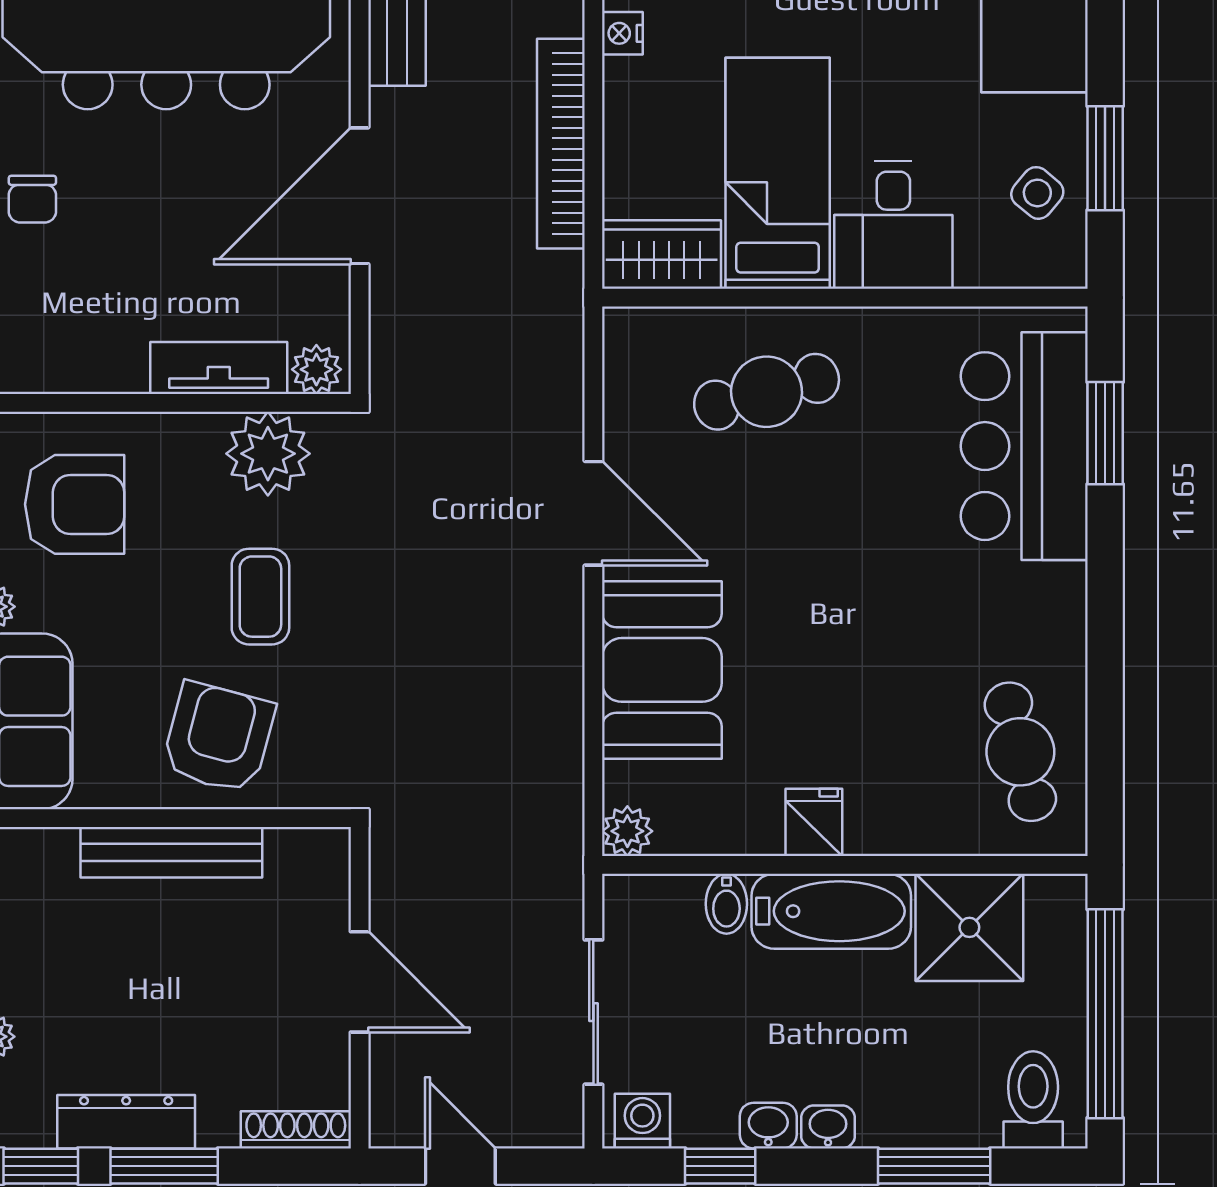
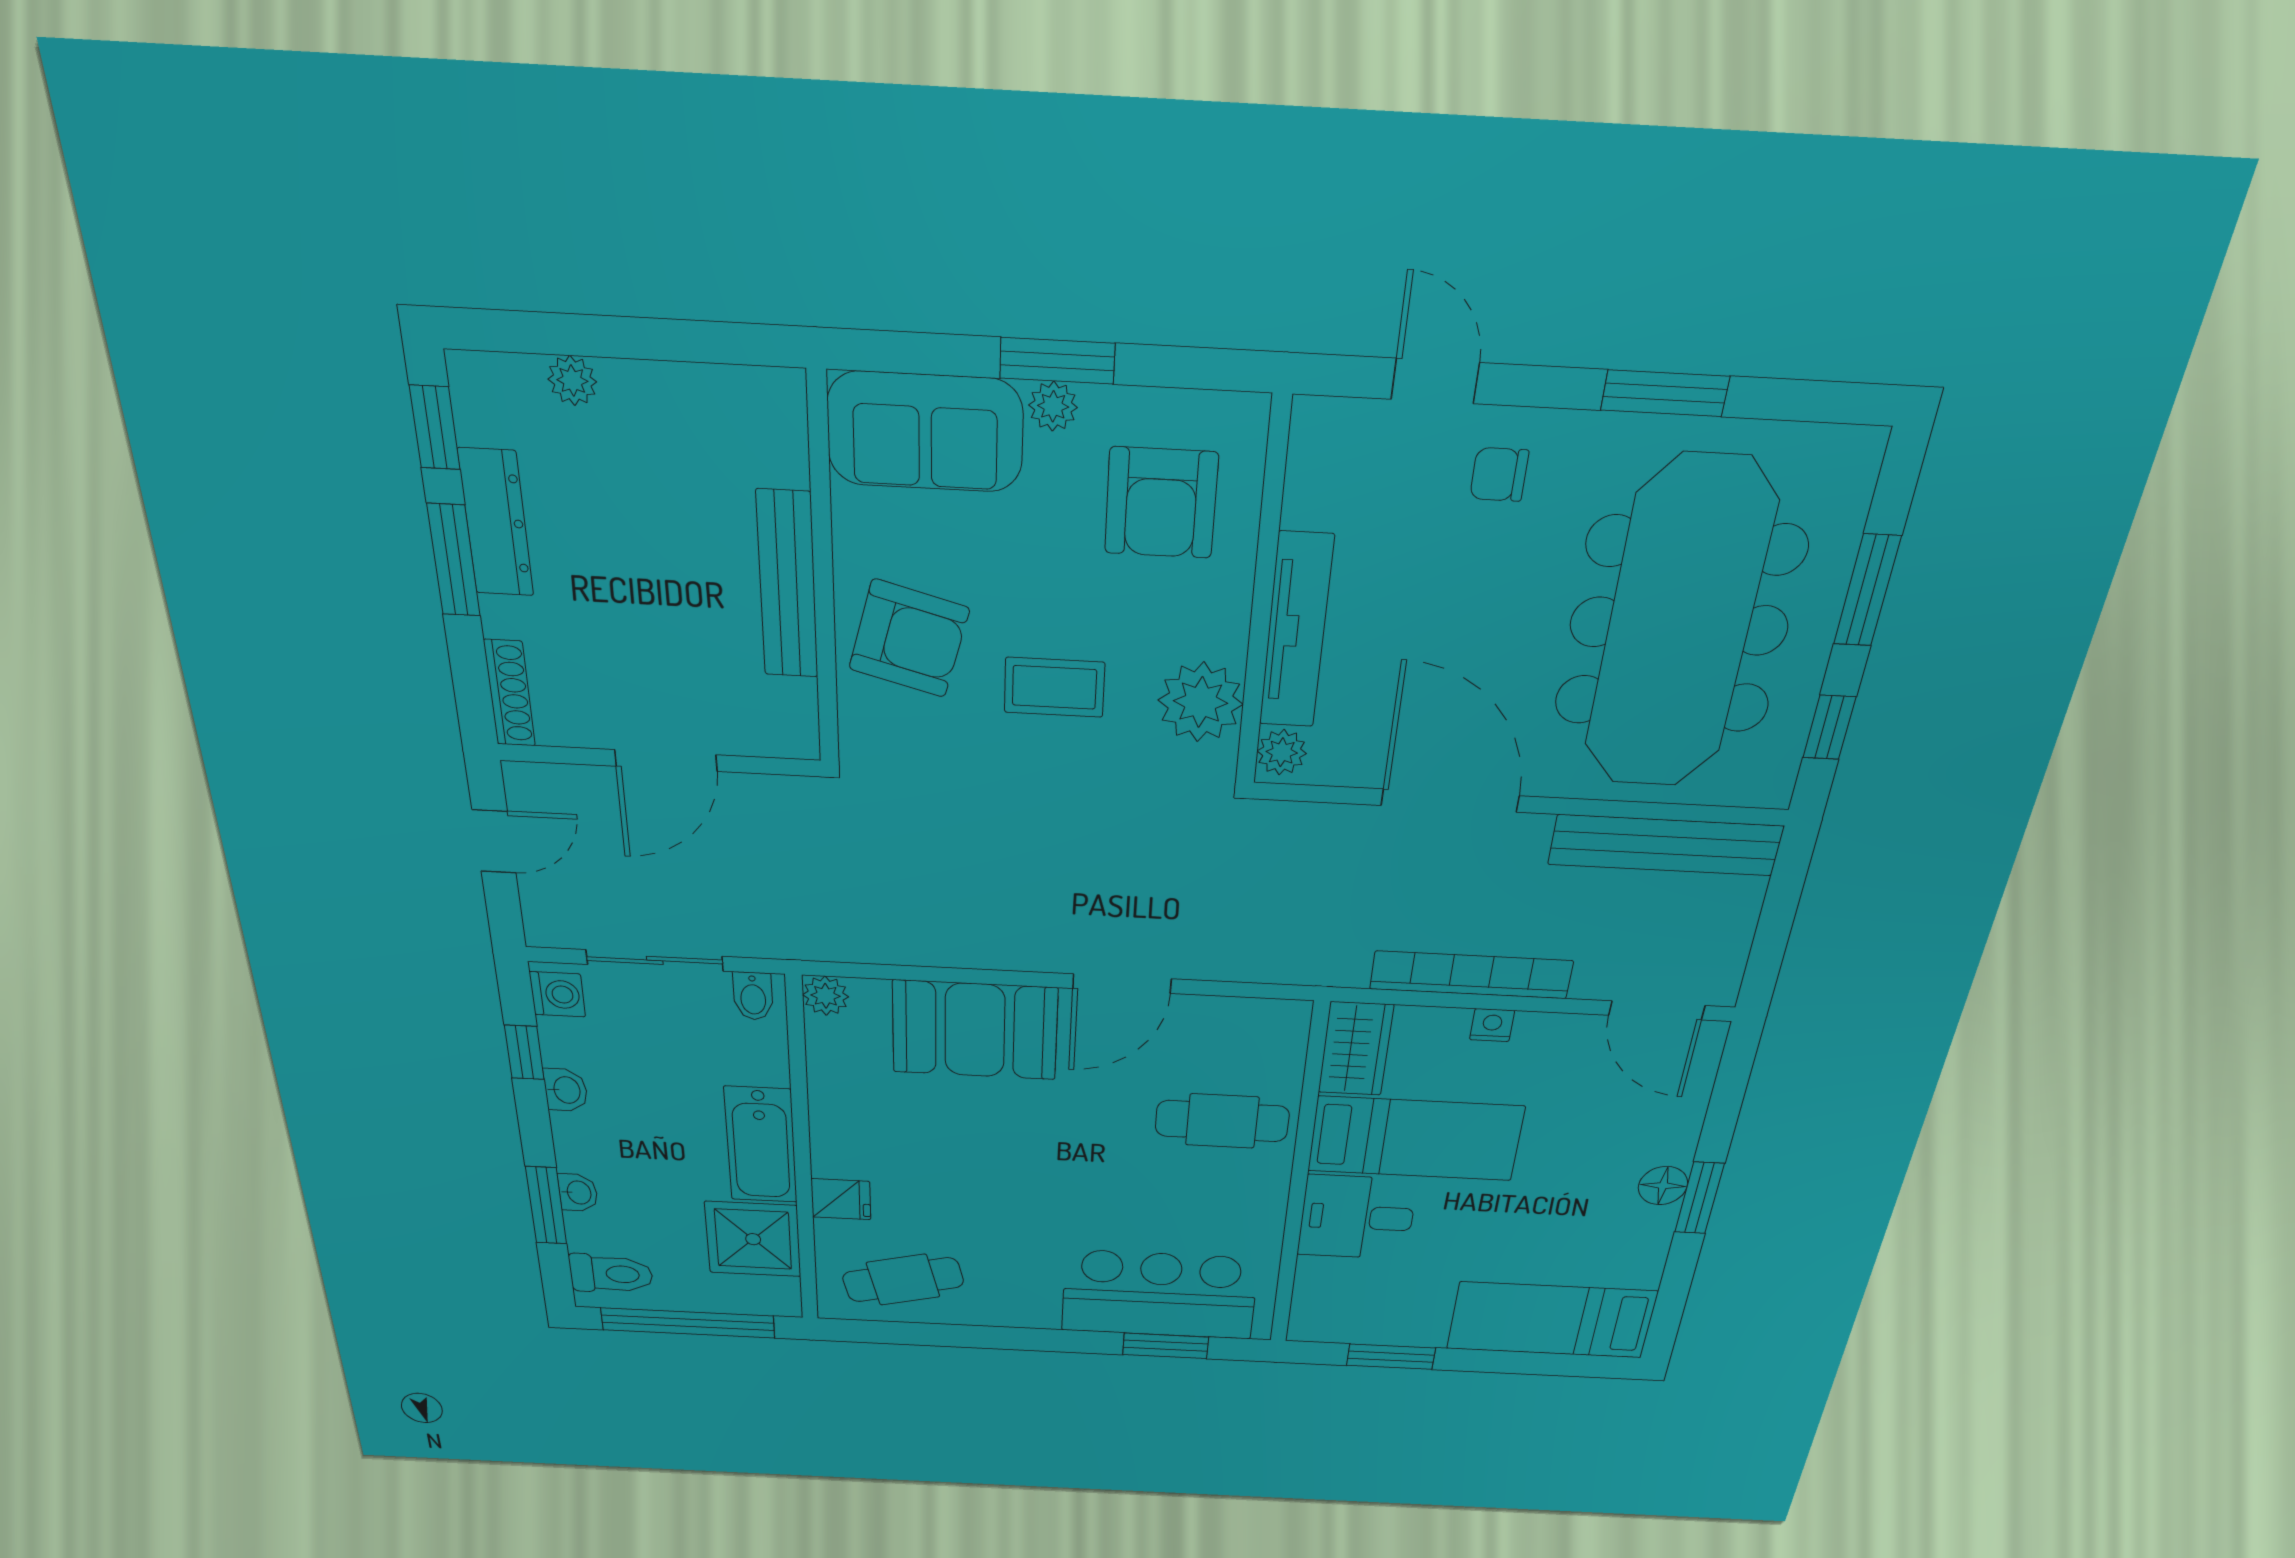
nightstand: (622, 33) -> (1492, 1025), moved
side table: (1037, 193) -> (1369, 1313), removed
tv unit: (219, 368) -> (1296, 631), width x1.41
cafe table: (767, 392) -> (1222, 1121), turned -75
fridge: (814, 822) -> (841, 1199), moved
bidet: (726, 904) -> (753, 996), moved, turned -90
washbasin: (828, 1127) -> (578, 1193), moved

